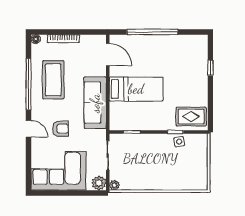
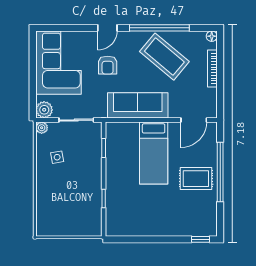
window: (210, 68) -> (200, 239), moved
coffee table: (53, 80) -> (164, 57), turned 40
rug: (191, 117) -> (196, 179), moved, turned 90
side table: (179, 142) -> (57, 157), moved

